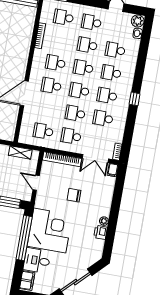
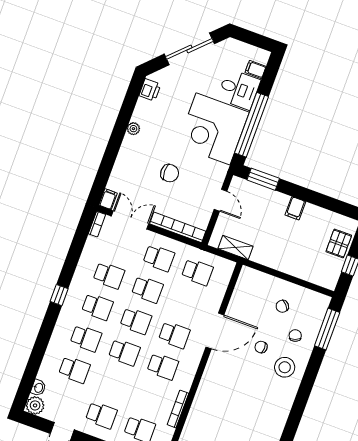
school desk: (87, 45) -> (113, 384), removed
printer: (100, 232) -> (150, 90), moved
filing cabinet: (27, 281) -> (256, 69), width x0.50

